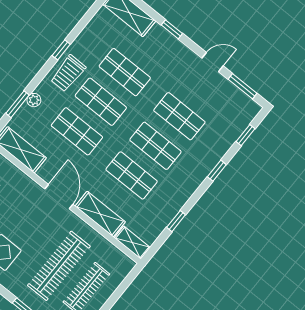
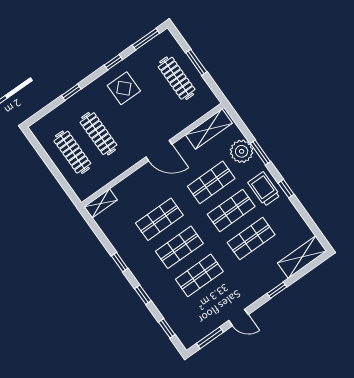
door: (212, 62) -> (238, 317), hinge flipped
plant: (34, 100) -> (242, 151), width x1.88, depth x1.88
window: (17, 104) -> (260, 153), moved
shelving: (100, 214) -> (134, 182), removed
window: (176, 221) -> (120, 262), moved
clothes rail: (59, 266) -> (98, 134), width x0.73, depth x0.76

